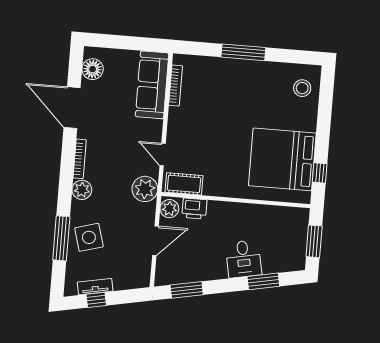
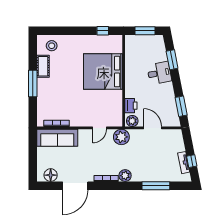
bed: (282, 159) -> (103, 72), moved, turned 90
cot: (184, 184) -> (43, 66), moved
side table: (89, 237) -> (154, 169), removed

